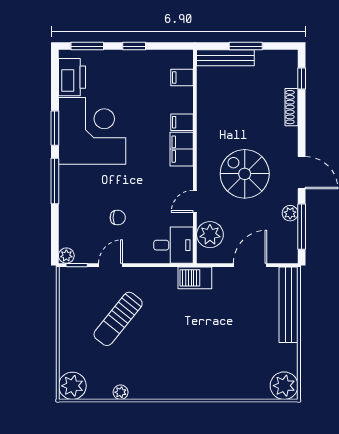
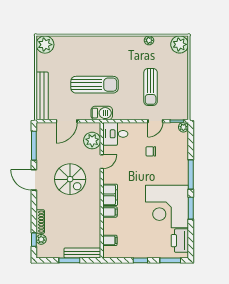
plant: (290, 213) -> (41, 239), moved
sun lounger: (118, 319) -> (151, 87), turned 141
sun lounger: (206, 323) -> (95, 85), added

